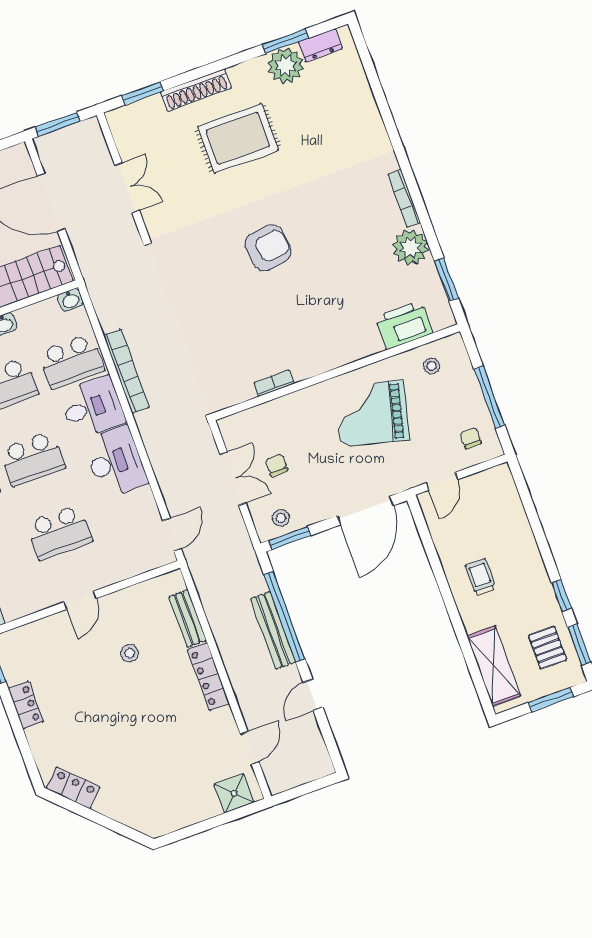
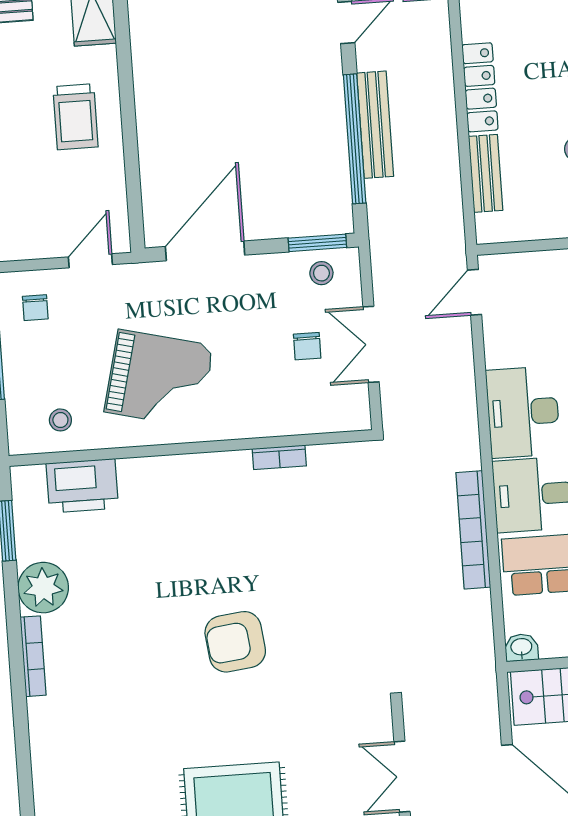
trolley: (480, 577) -> (75, 117), width x1.36, depth x1.39

